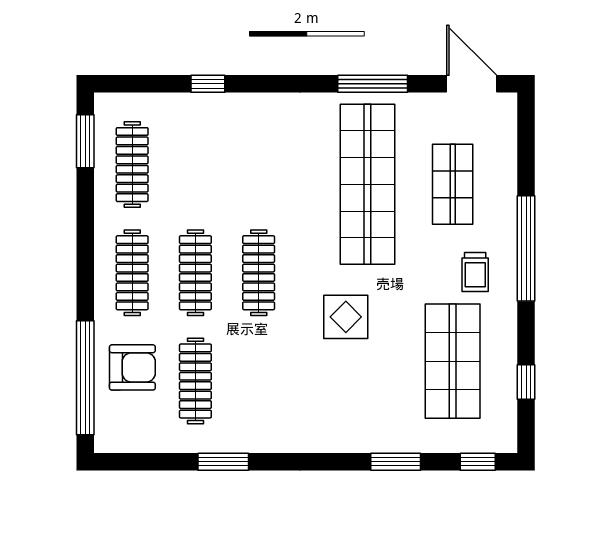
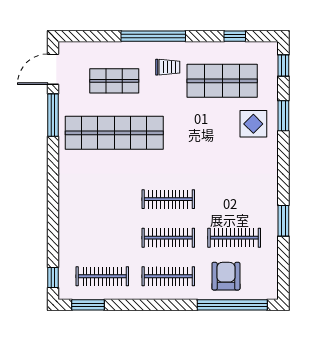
window: (208, 84) -> (53, 278), moved
window: (373, 84) -> (53, 115), moved
display table: (346, 317) -> (253, 124), moved

